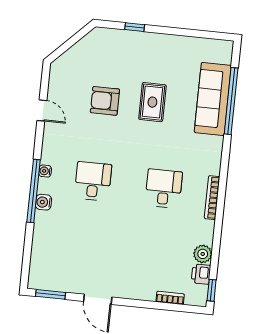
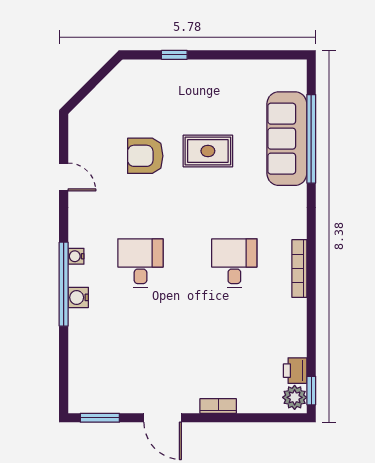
rug: (152, 102) -> (208, 151), turned 90
plant: (203, 254) -> (295, 397), moved
bookcase: (170, 298) -> (218, 406), moved

